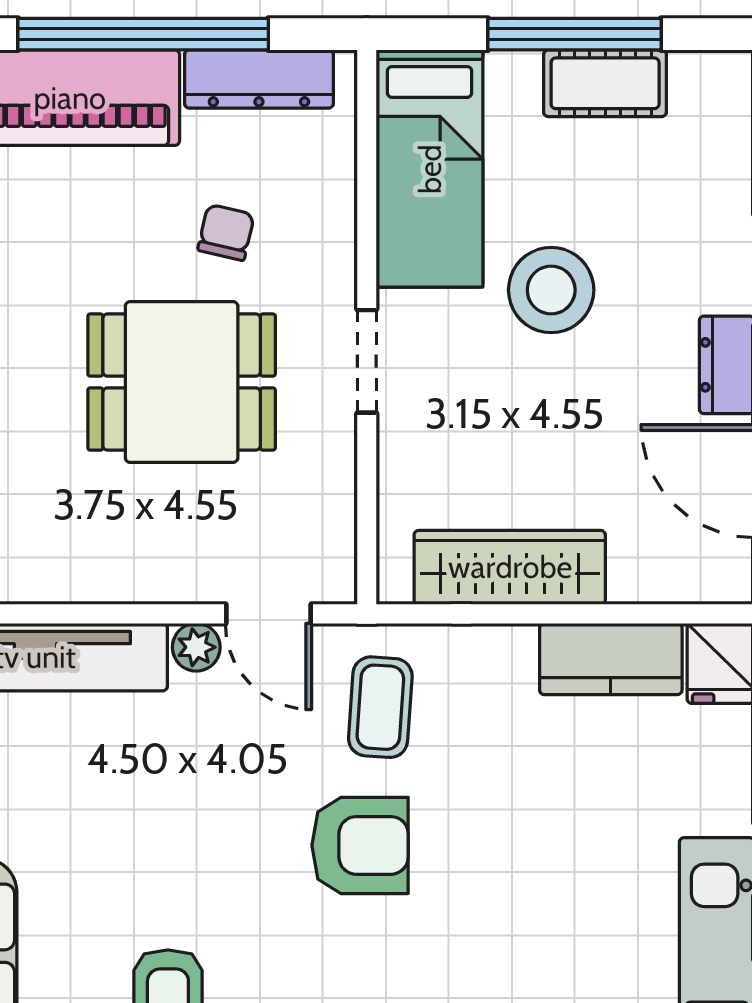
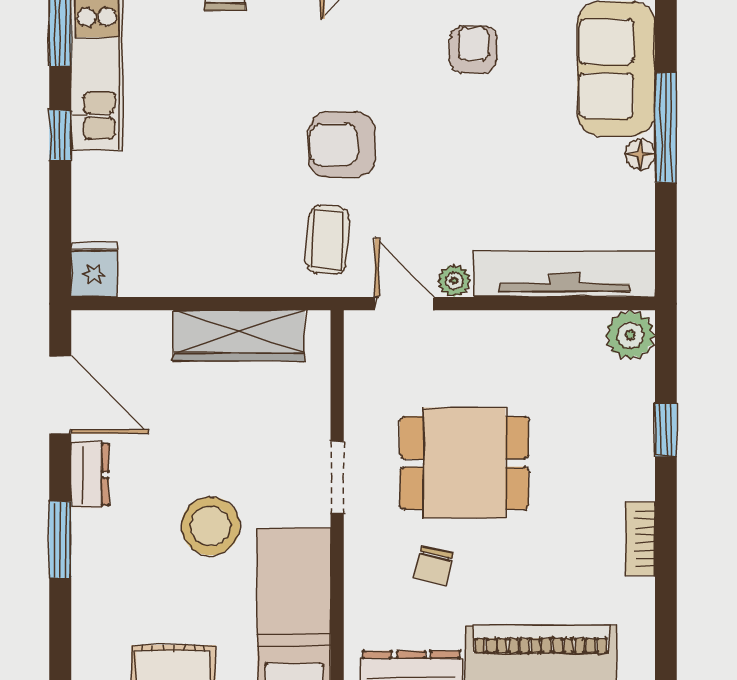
kitchen counter: (611, 659) -> (170, 273), removed

